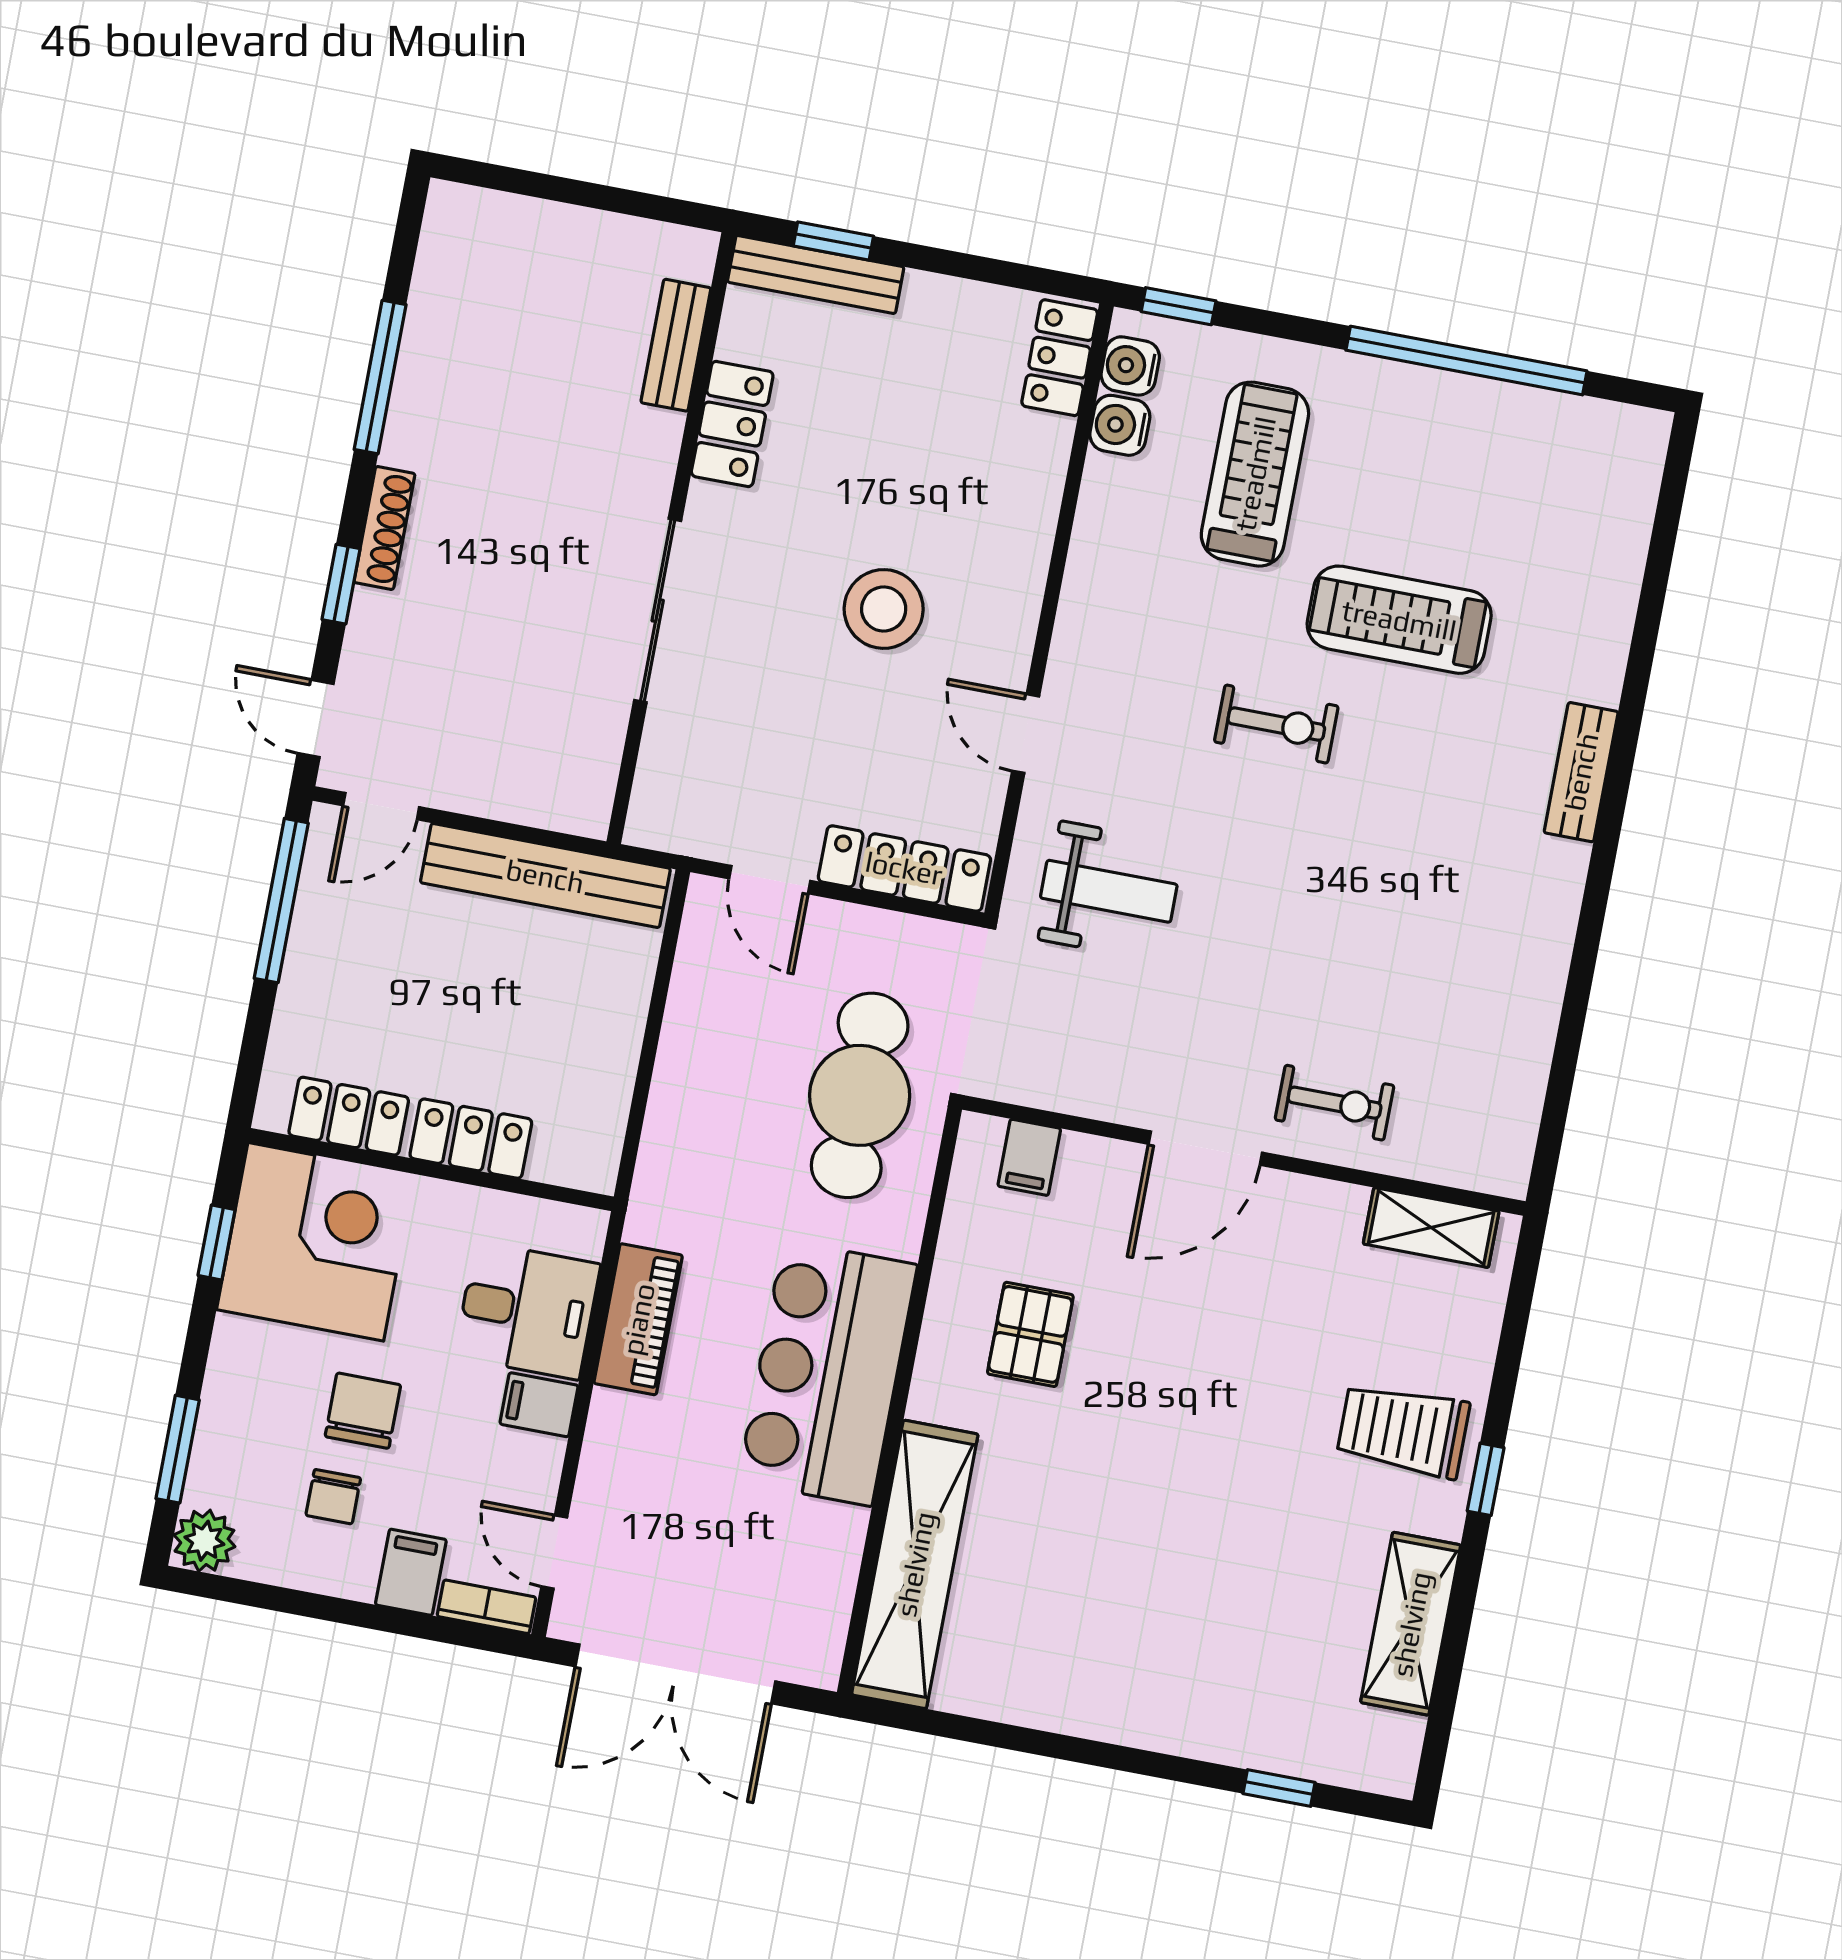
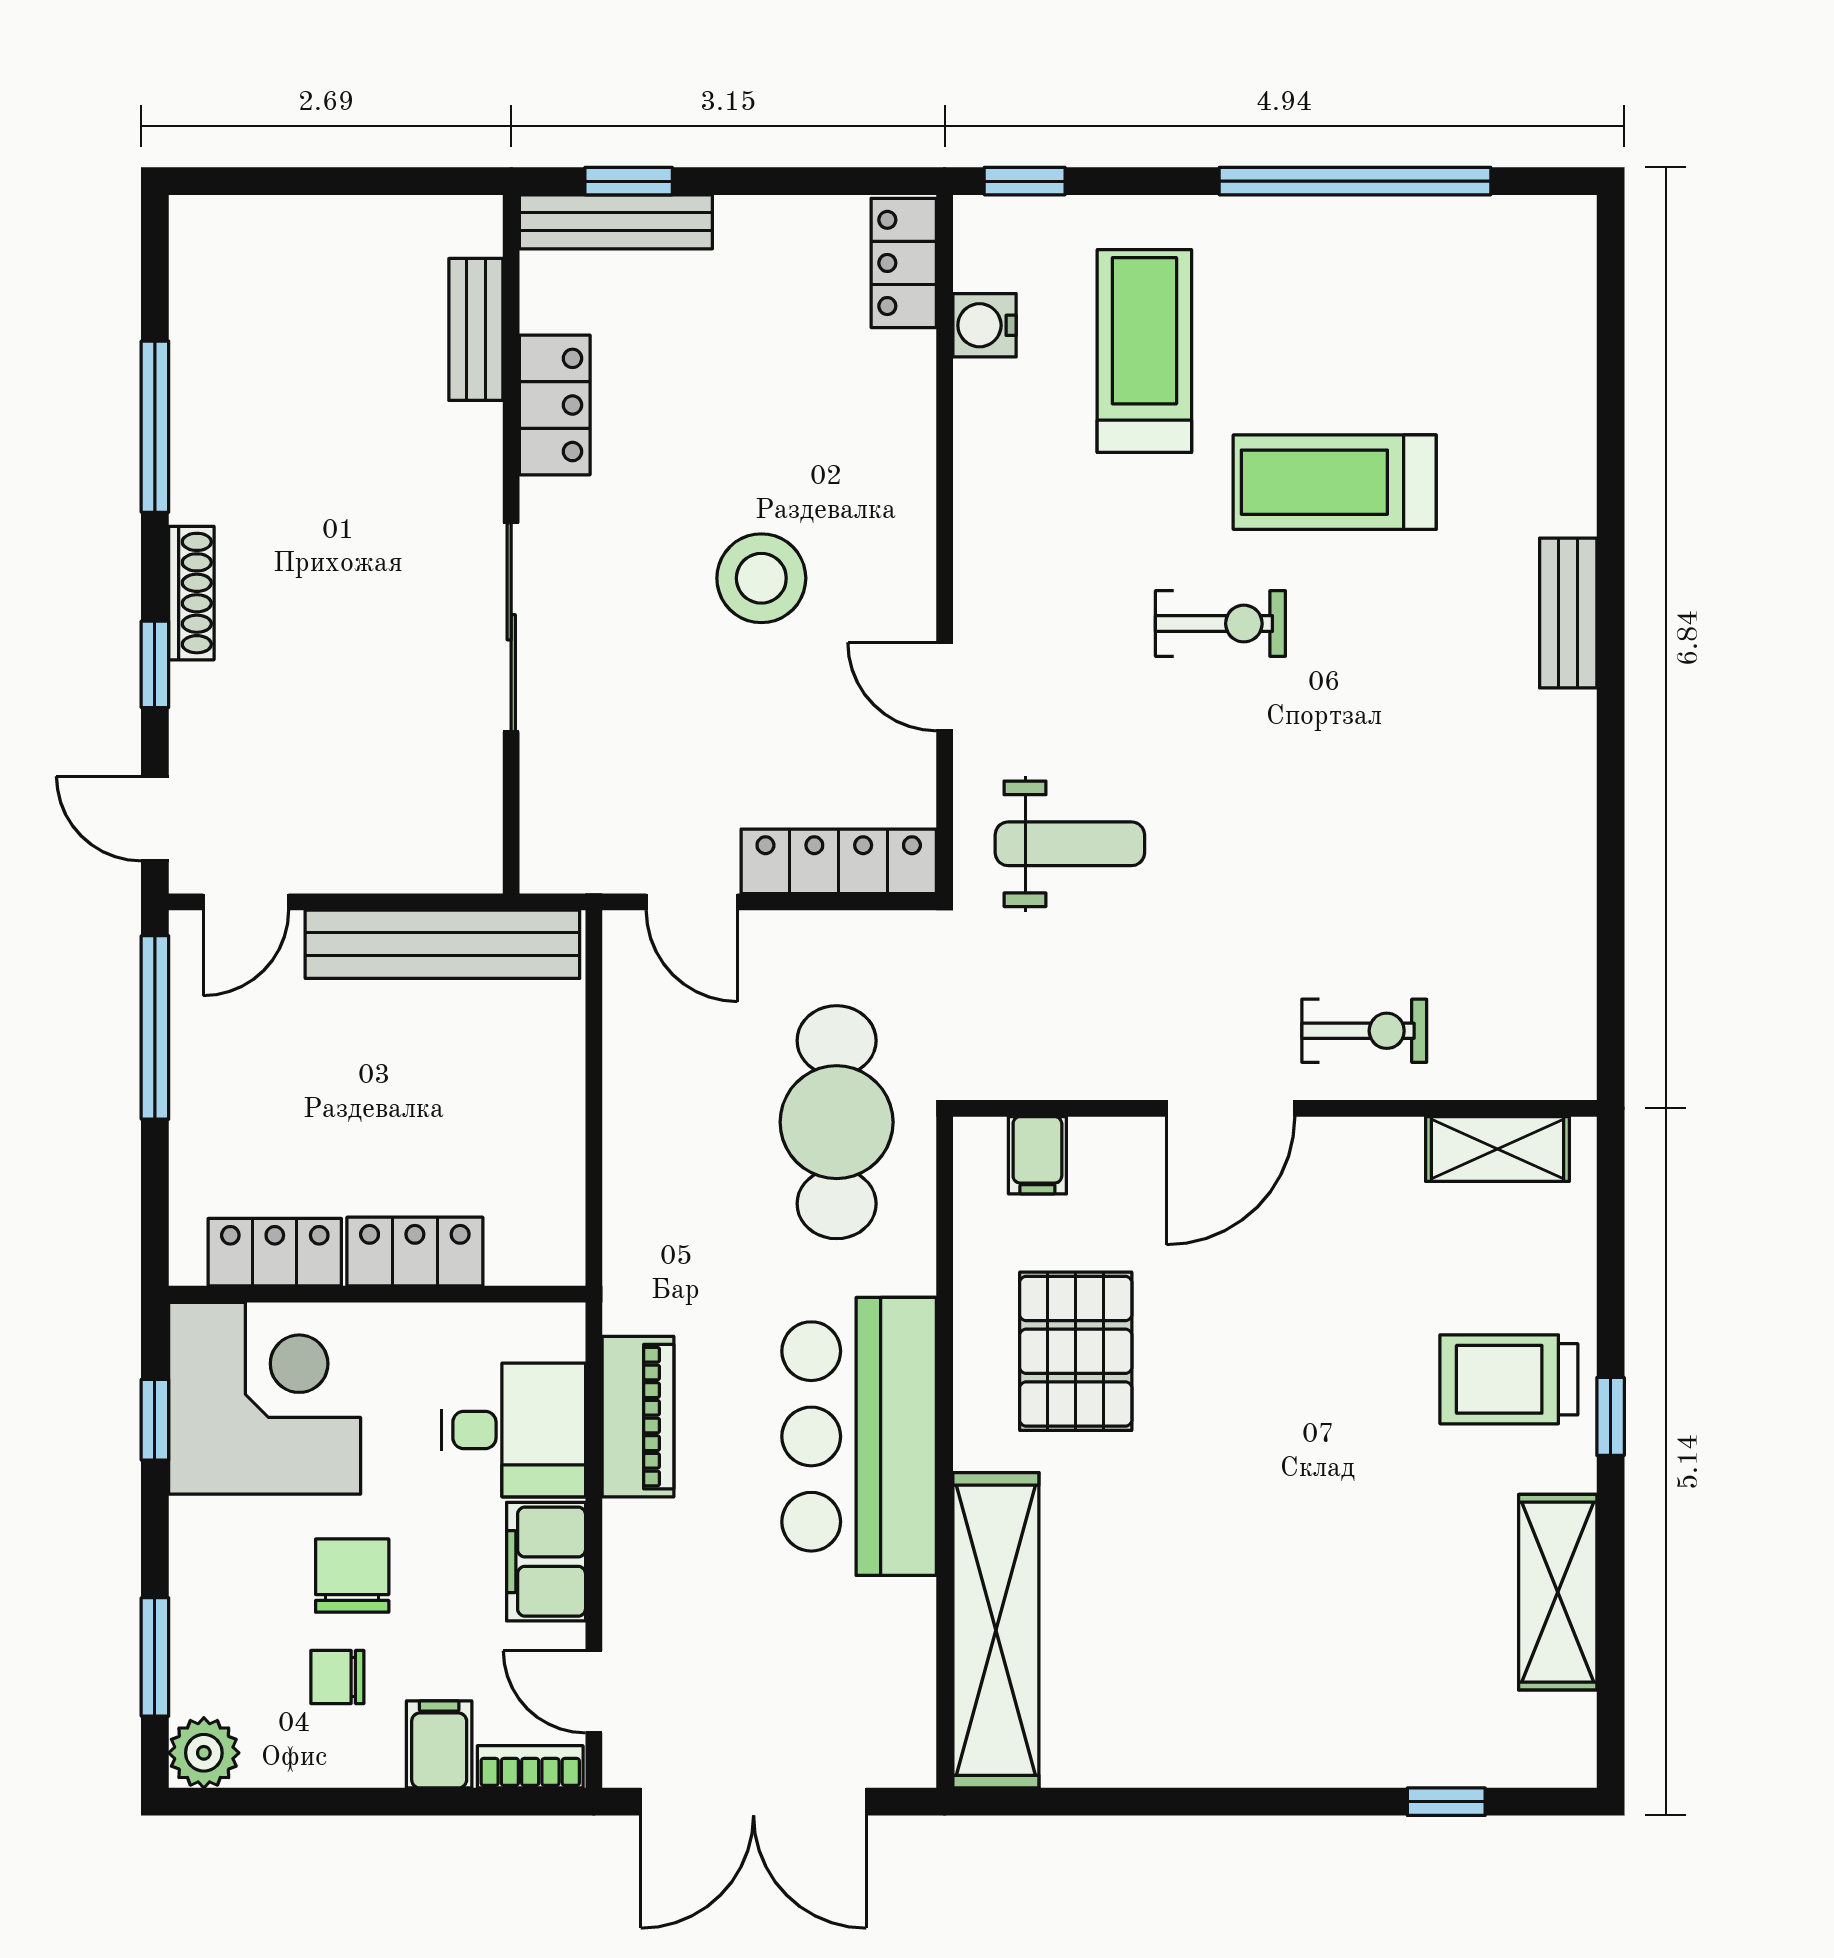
water cooler: (1130, 366) -> (984, 257), removed
pallet: (1030, 1334) -> (1076, 1351), width x1.50, depth x1.42
filing cabinet: (539, 1405) -> (546, 1562), width x2.00
chair: (333, 1497) -> (337, 1677), turned 90

